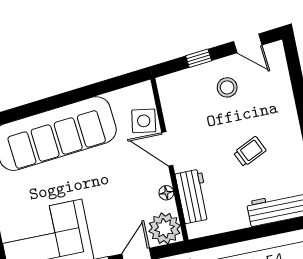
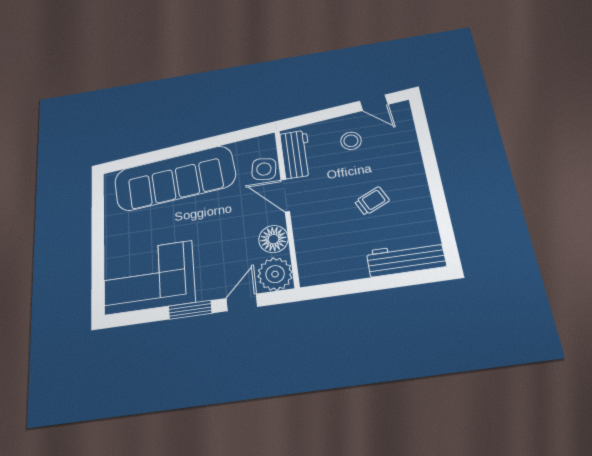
window: (199, 58) -> (324, 115), removed
floor lamp: (166, 193) -> (273, 239), width x1.89, depth x1.89
workbench: (193, 196) -> (296, 154), moved

